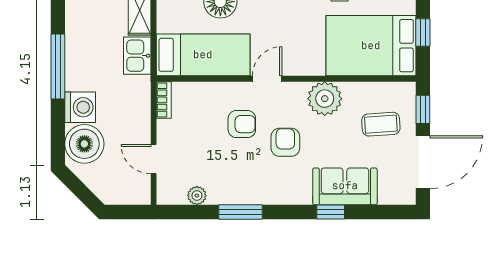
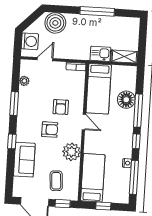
bed: (371, 46) -> (93, 178), width x0.67
washing machine: (80, 107) -> (30, 41), moved, turned -90
window: (331, 212) -> (12, 141), moved

